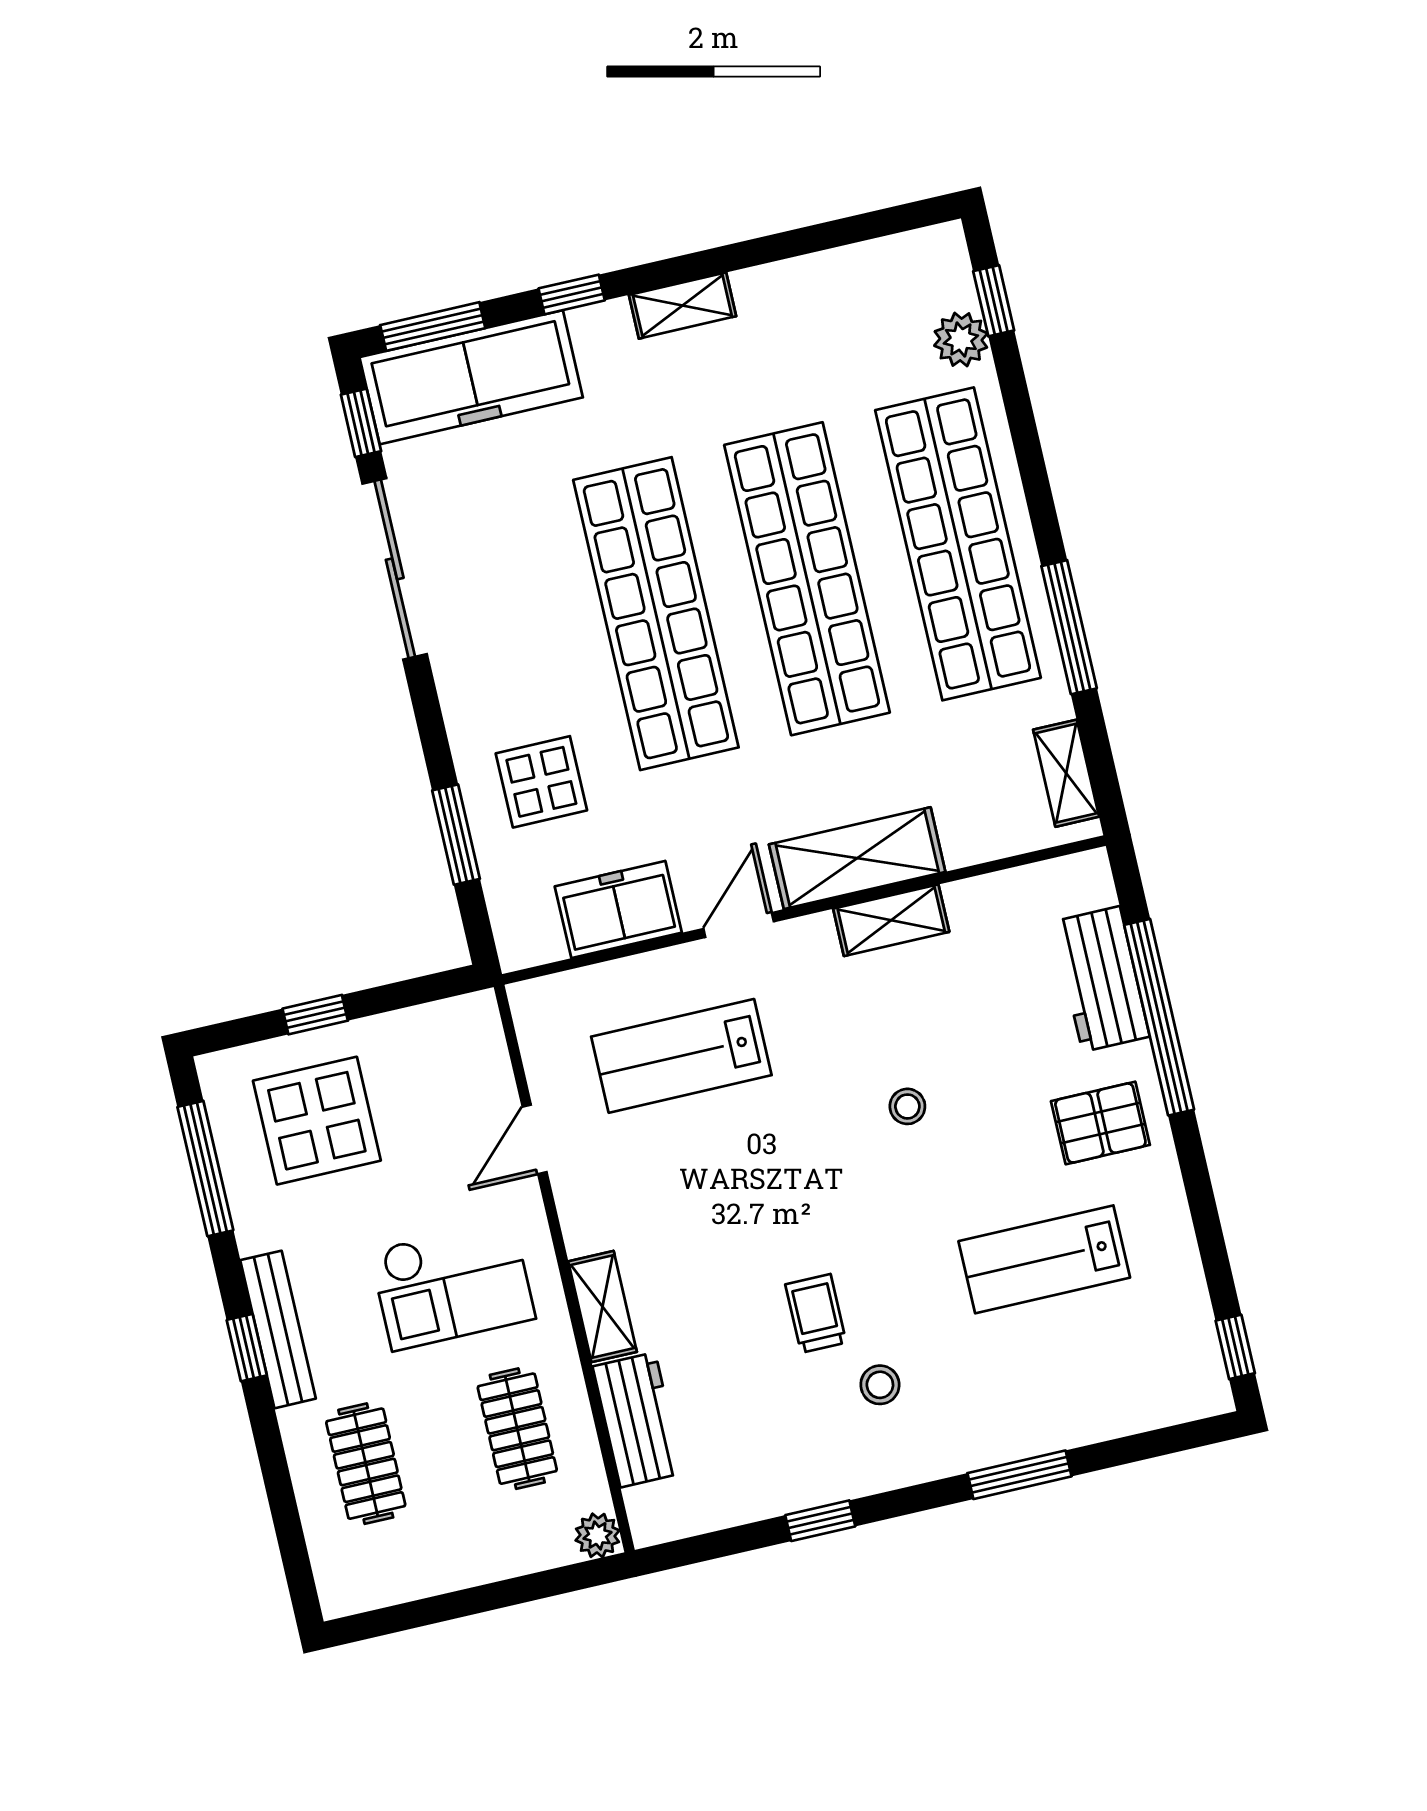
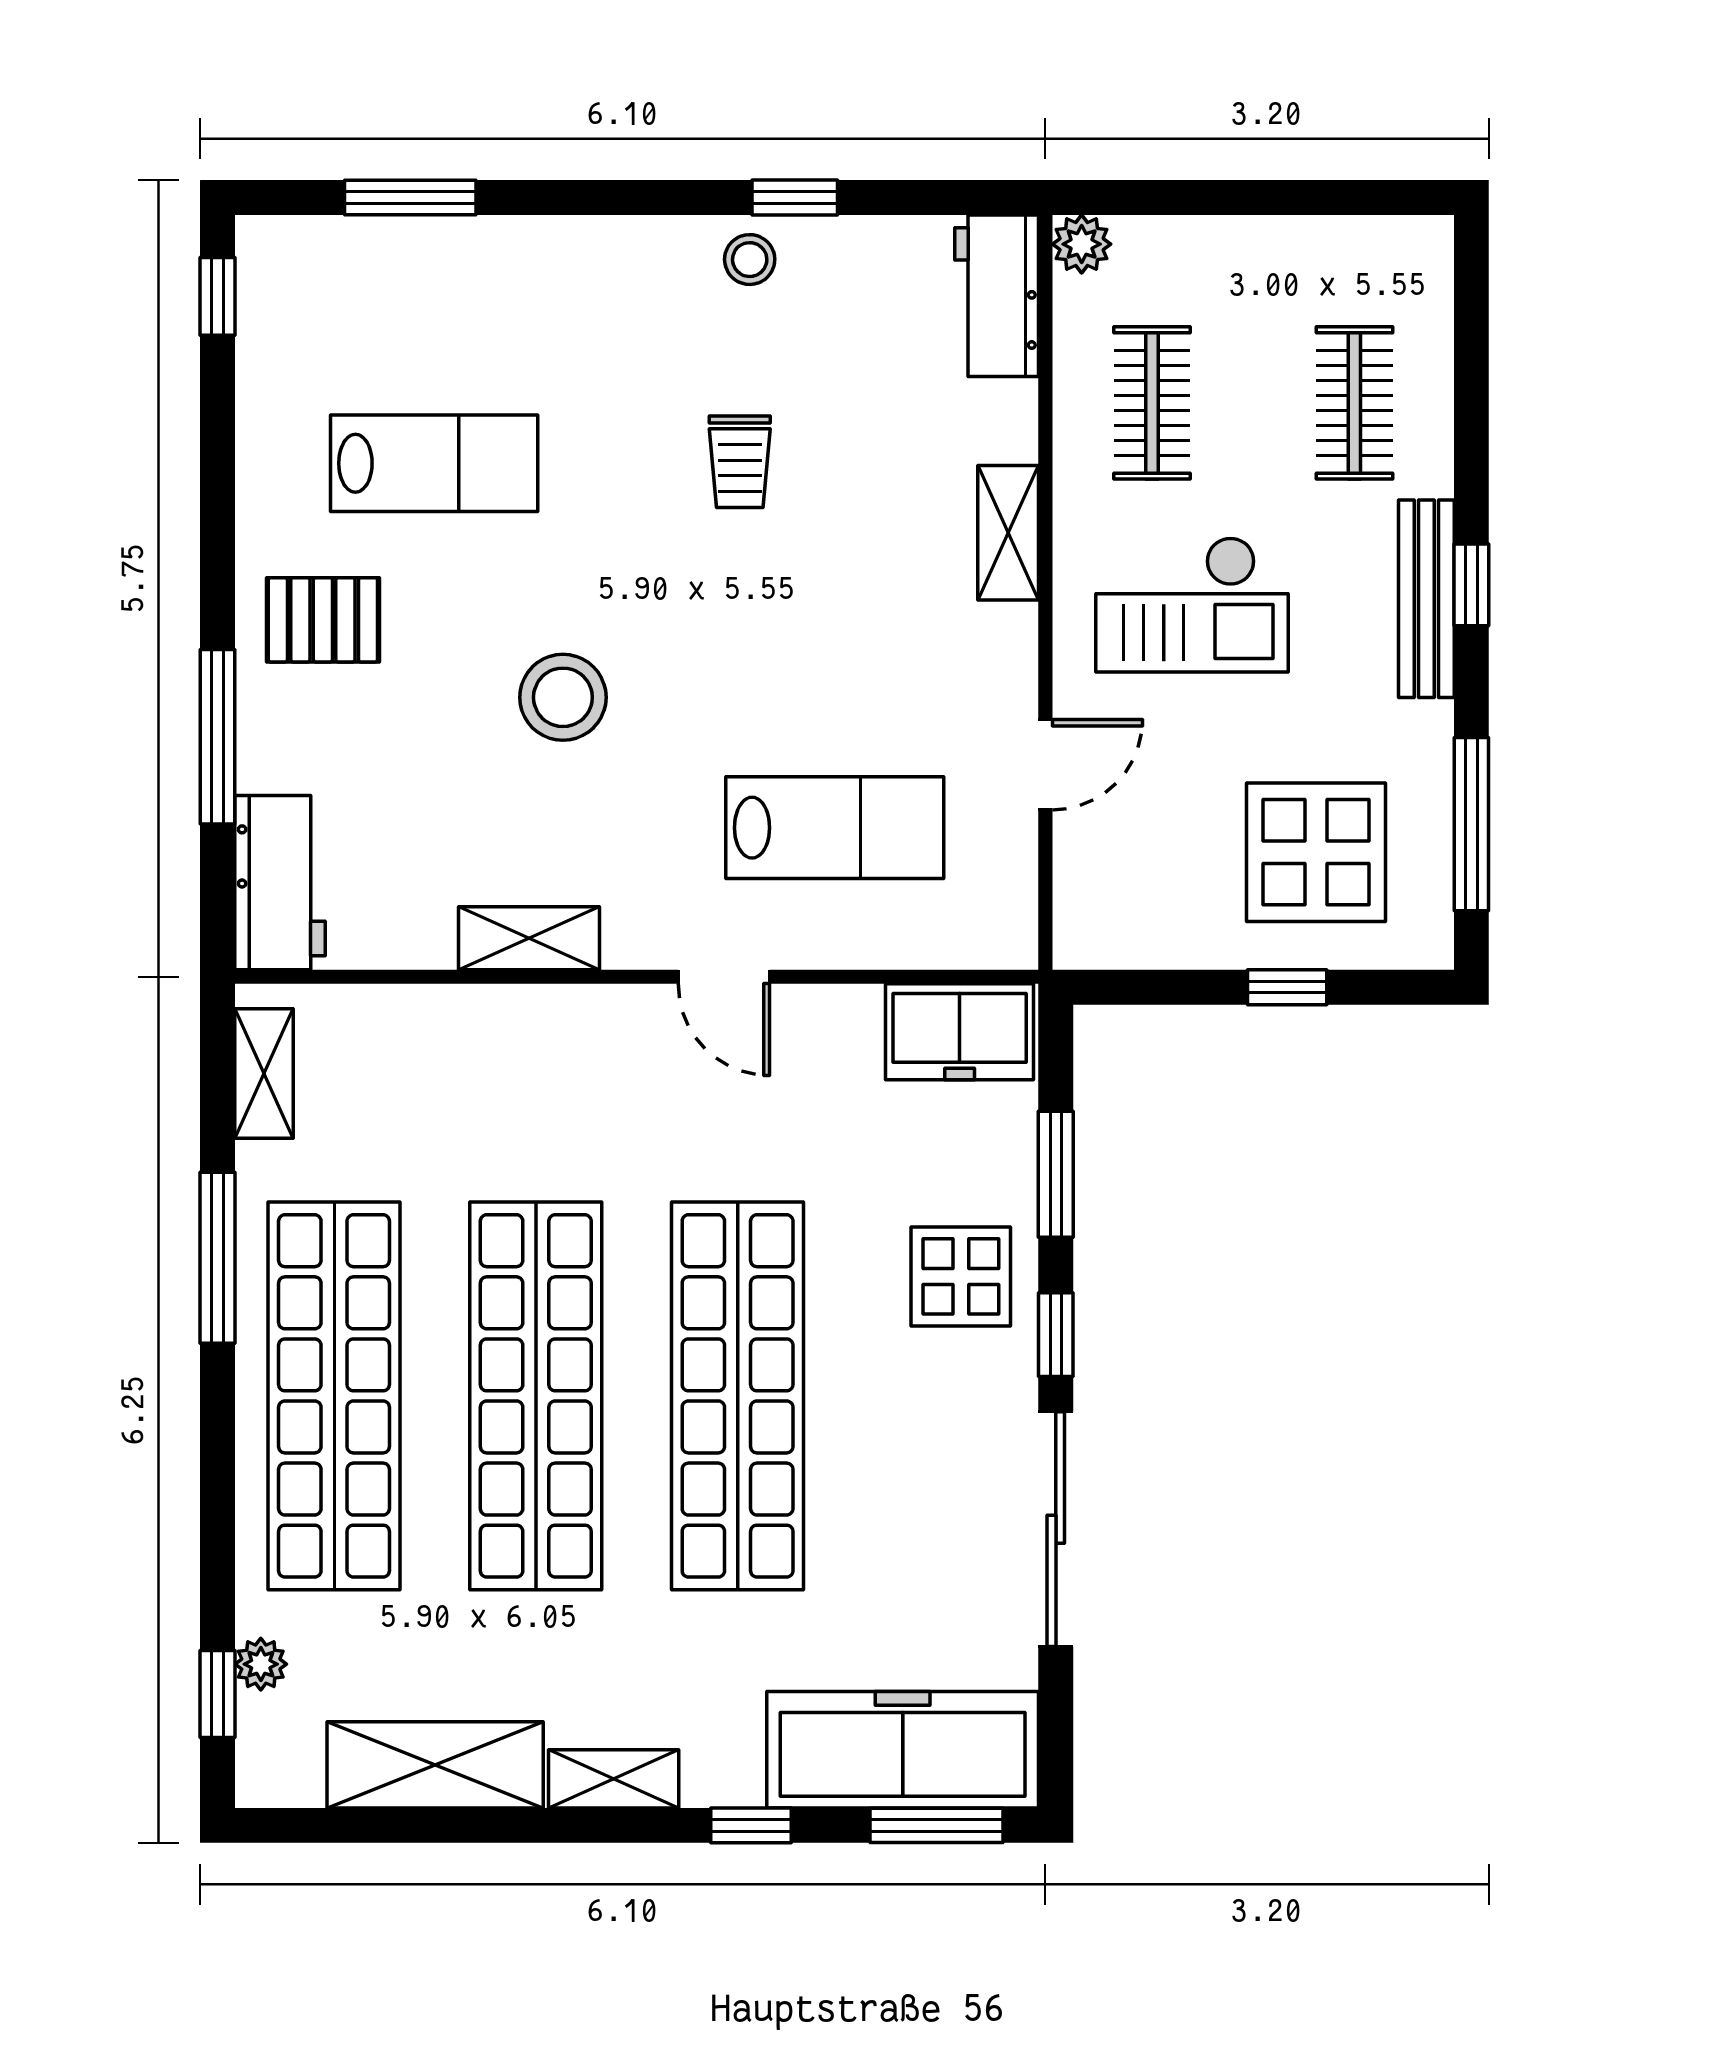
plant: (961, 339) -> (261, 1664), width x0.73, depth x0.73
window: (361, 423) -> (1056, 1335), moved
display table: (541, 782) -> (961, 1276), moved
shelving: (857, 858) -> (435, 1765), moved
freezer: (618, 909) -> (960, 1032), moved
door: (739, 925) -> (724, 977), hinge flipped
workbench: (1101, 979) -> (280, 883), moved
window: (1159, 1017) -> (218, 737), width x0.68
stool: (907, 1106) -> (563, 697), width x1.89, depth x1.89
checkout: (452, 1285) -> (1192, 604), turned 180
stool: (880, 1385) -> (750, 260), moved
workbench: (638, 1420) -> (997, 296), moved
window: (1019, 1475) -> (410, 197), moved

